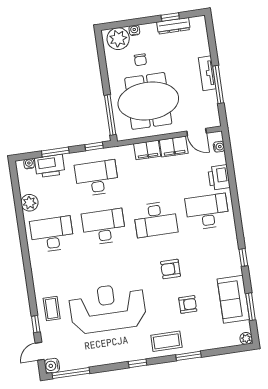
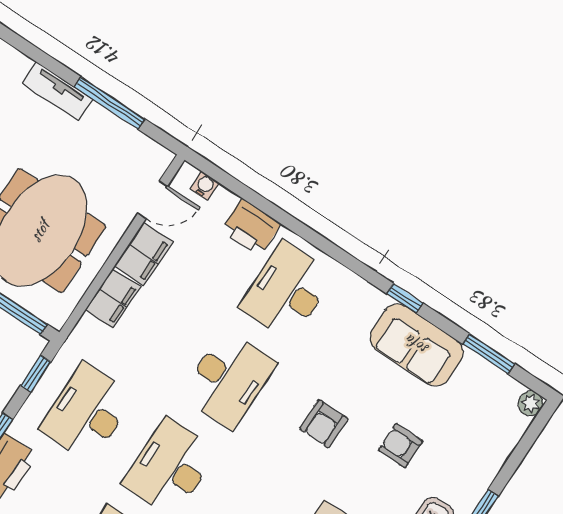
tv unit: (207, 73) -> (57, 91), moved
sofa: (233, 299) -> (417, 345), moved
armchair: (188, 304) -> (401, 446), turned -90

